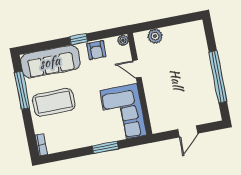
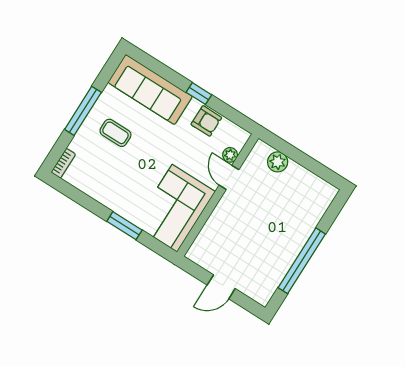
plant: (123, 40) -> (230, 155), moved
armchair: (96, 50) -> (206, 121), turned -90
window: (22, 90) -> (83, 111), moved
coffee table: (54, 102) -> (115, 133), width x0.54, depth x0.58

